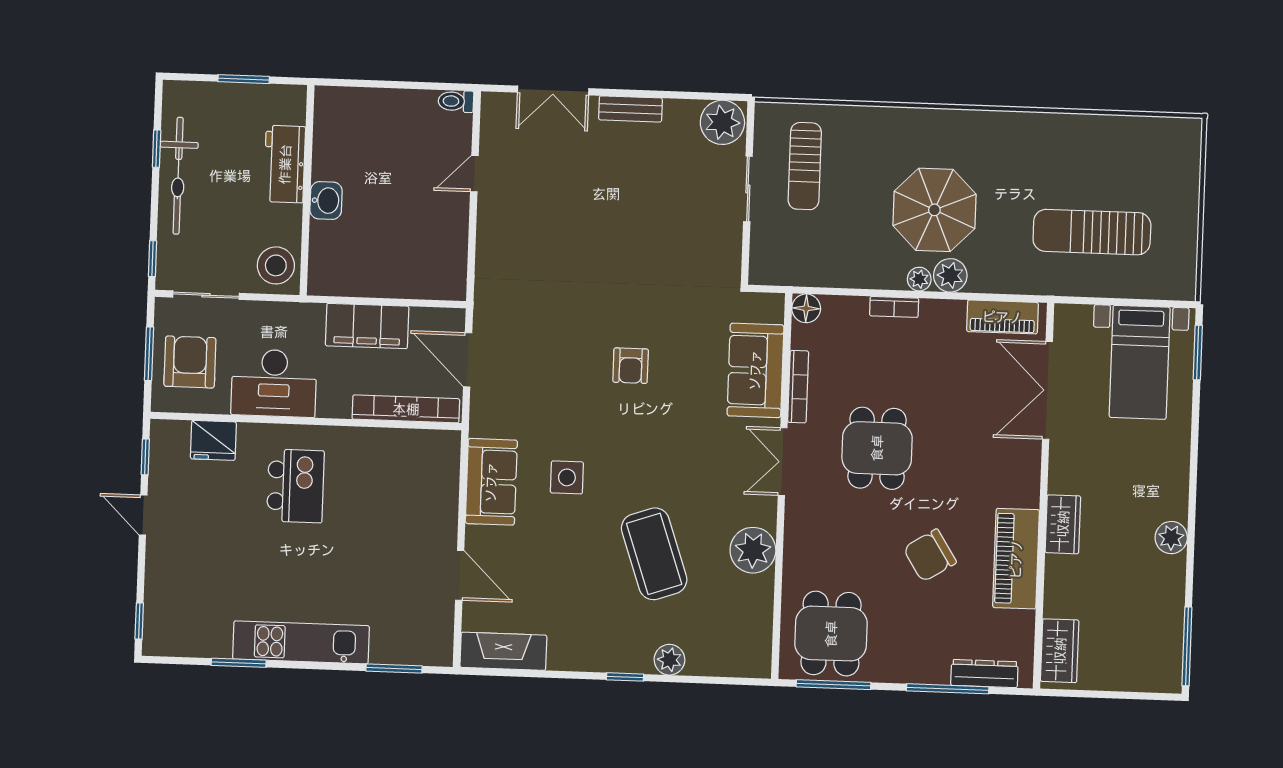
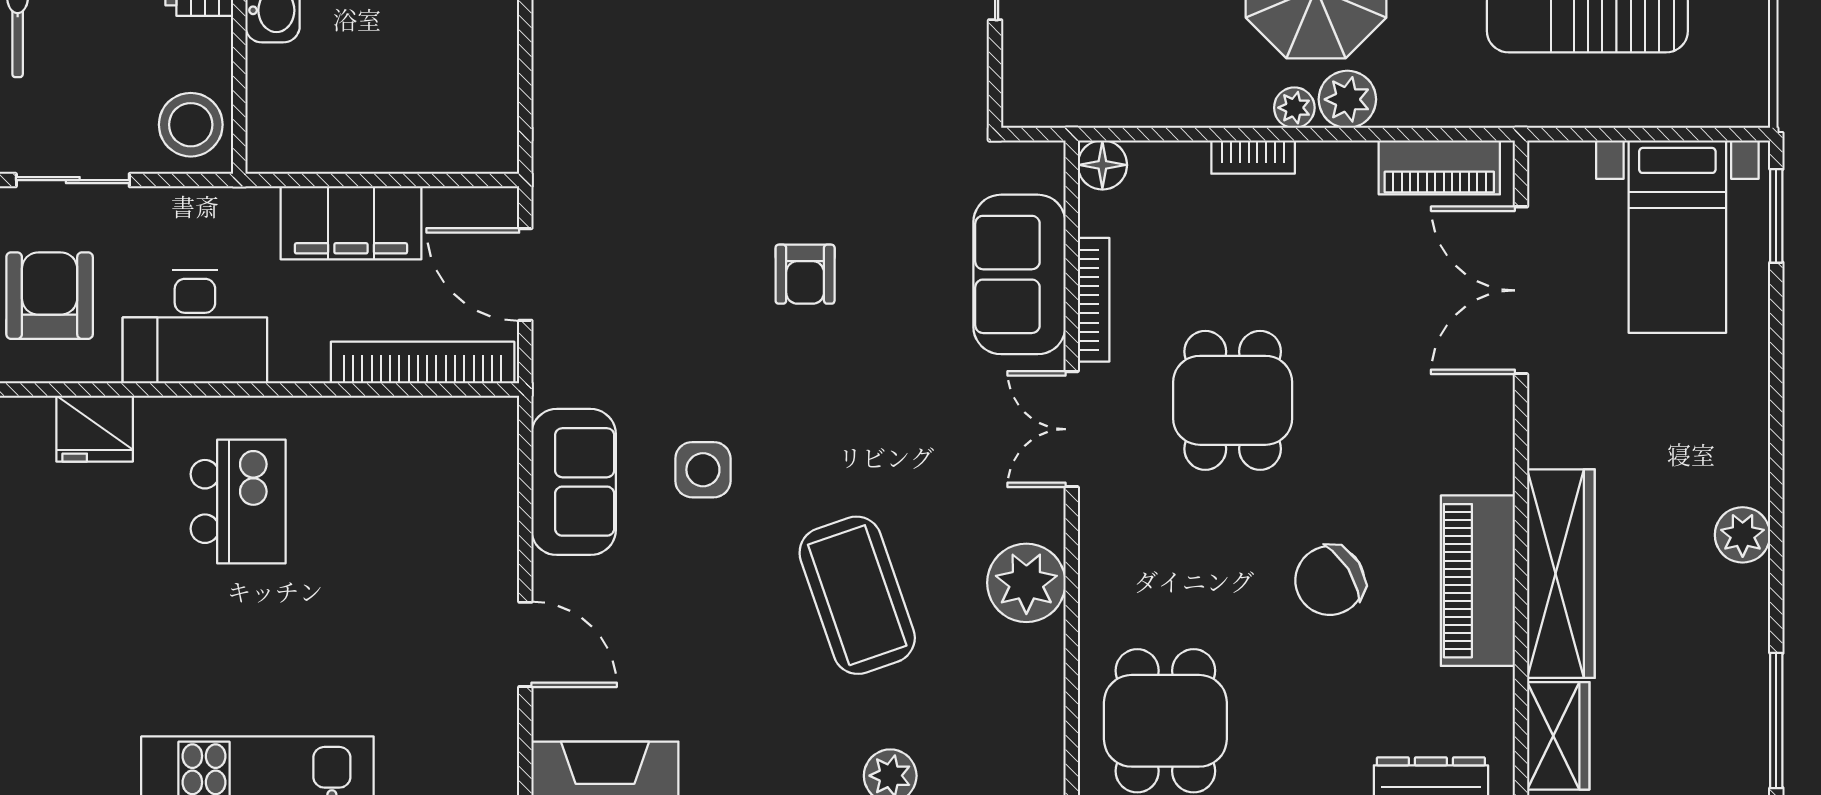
wardrobe: (1063, 524) -> (1561, 574), width x2.10, depth x1.17

